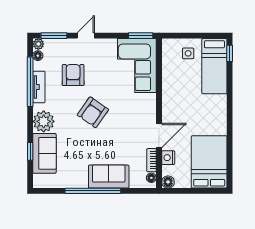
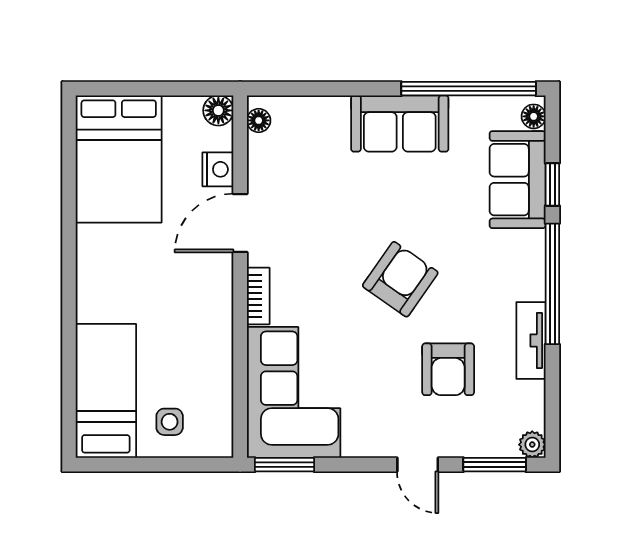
door: (86, 36) -> (418, 465), hinge flipped
window: (230, 53) -> (69, 422), removed
floor lamp: (38, 56) -> (534, 116), moved
window: (30, 82) -> (552, 284), moved
plant: (44, 121) -> (520, 257), removed
bookcase: (152, 160) -> (258, 296), moved
sofa: (109, 177) -> (400, 124), moved
window: (93, 191) -> (469, 89), moved

